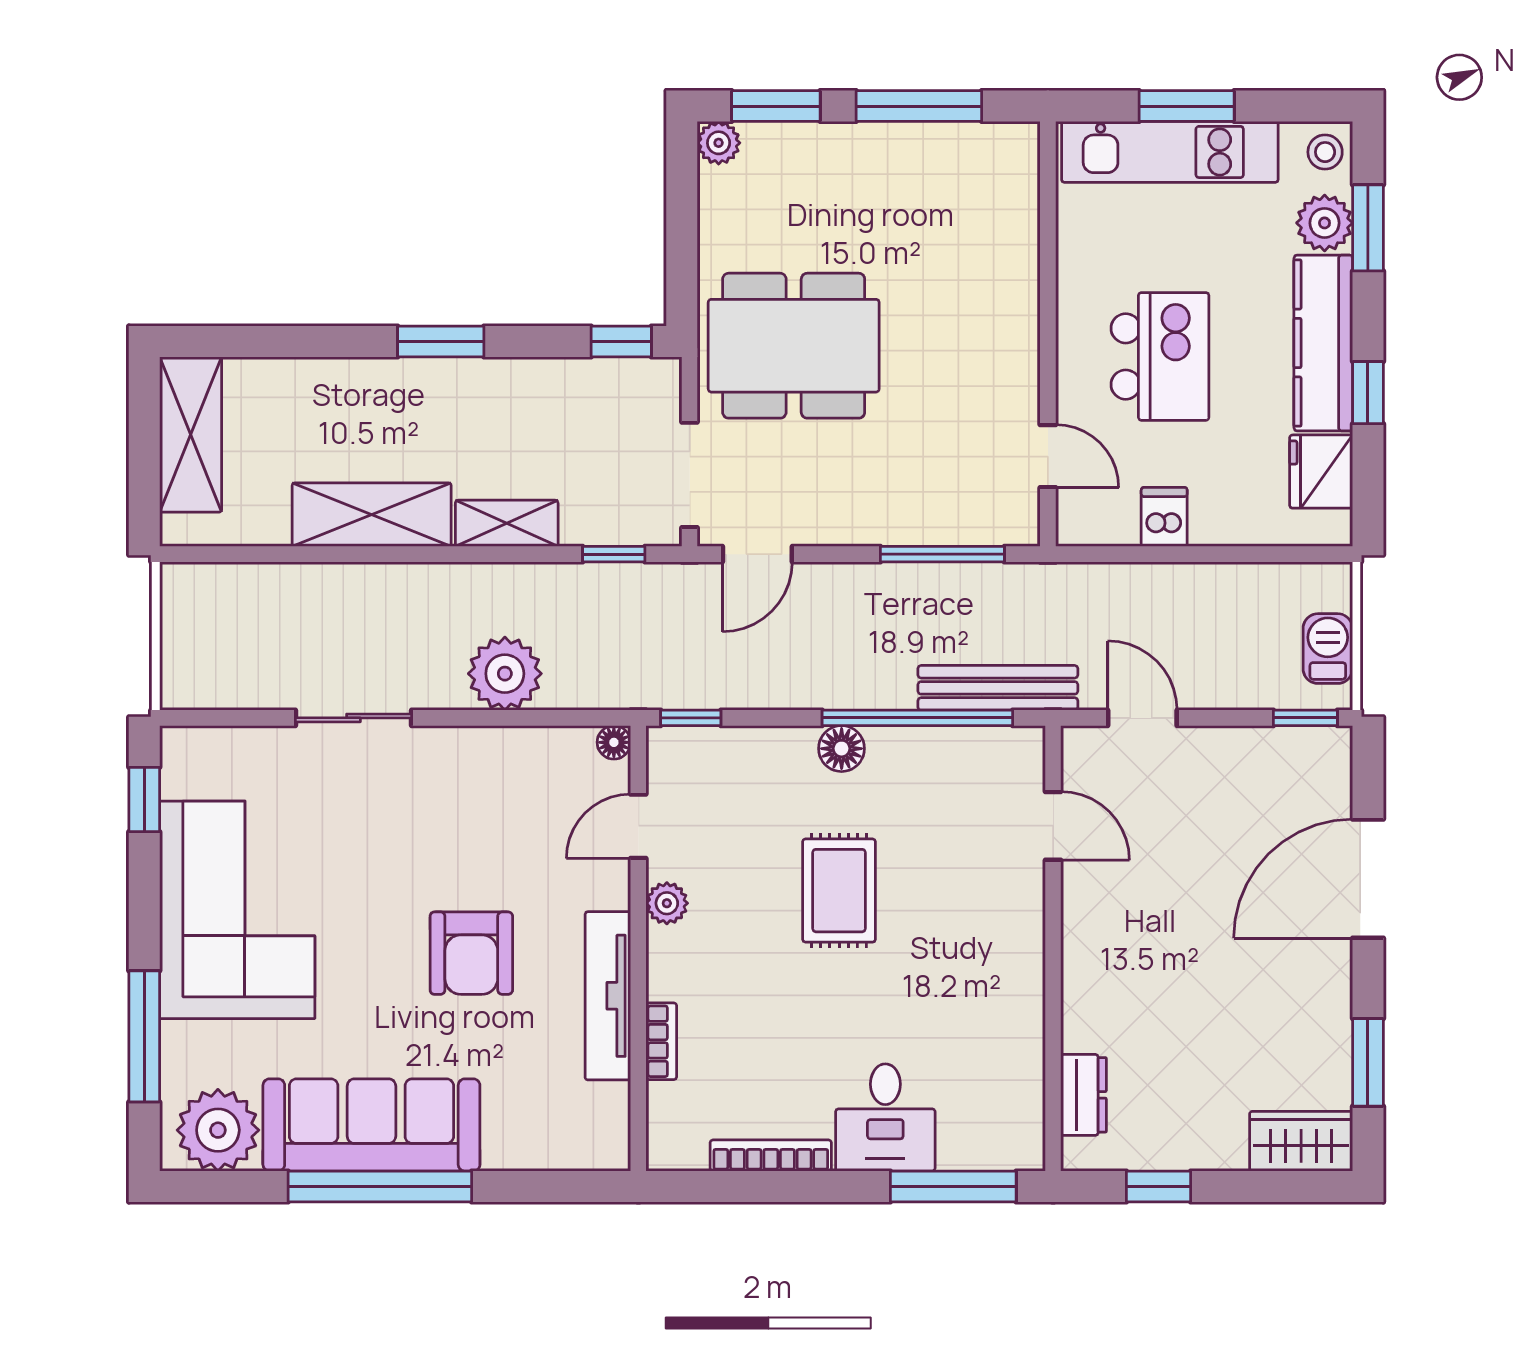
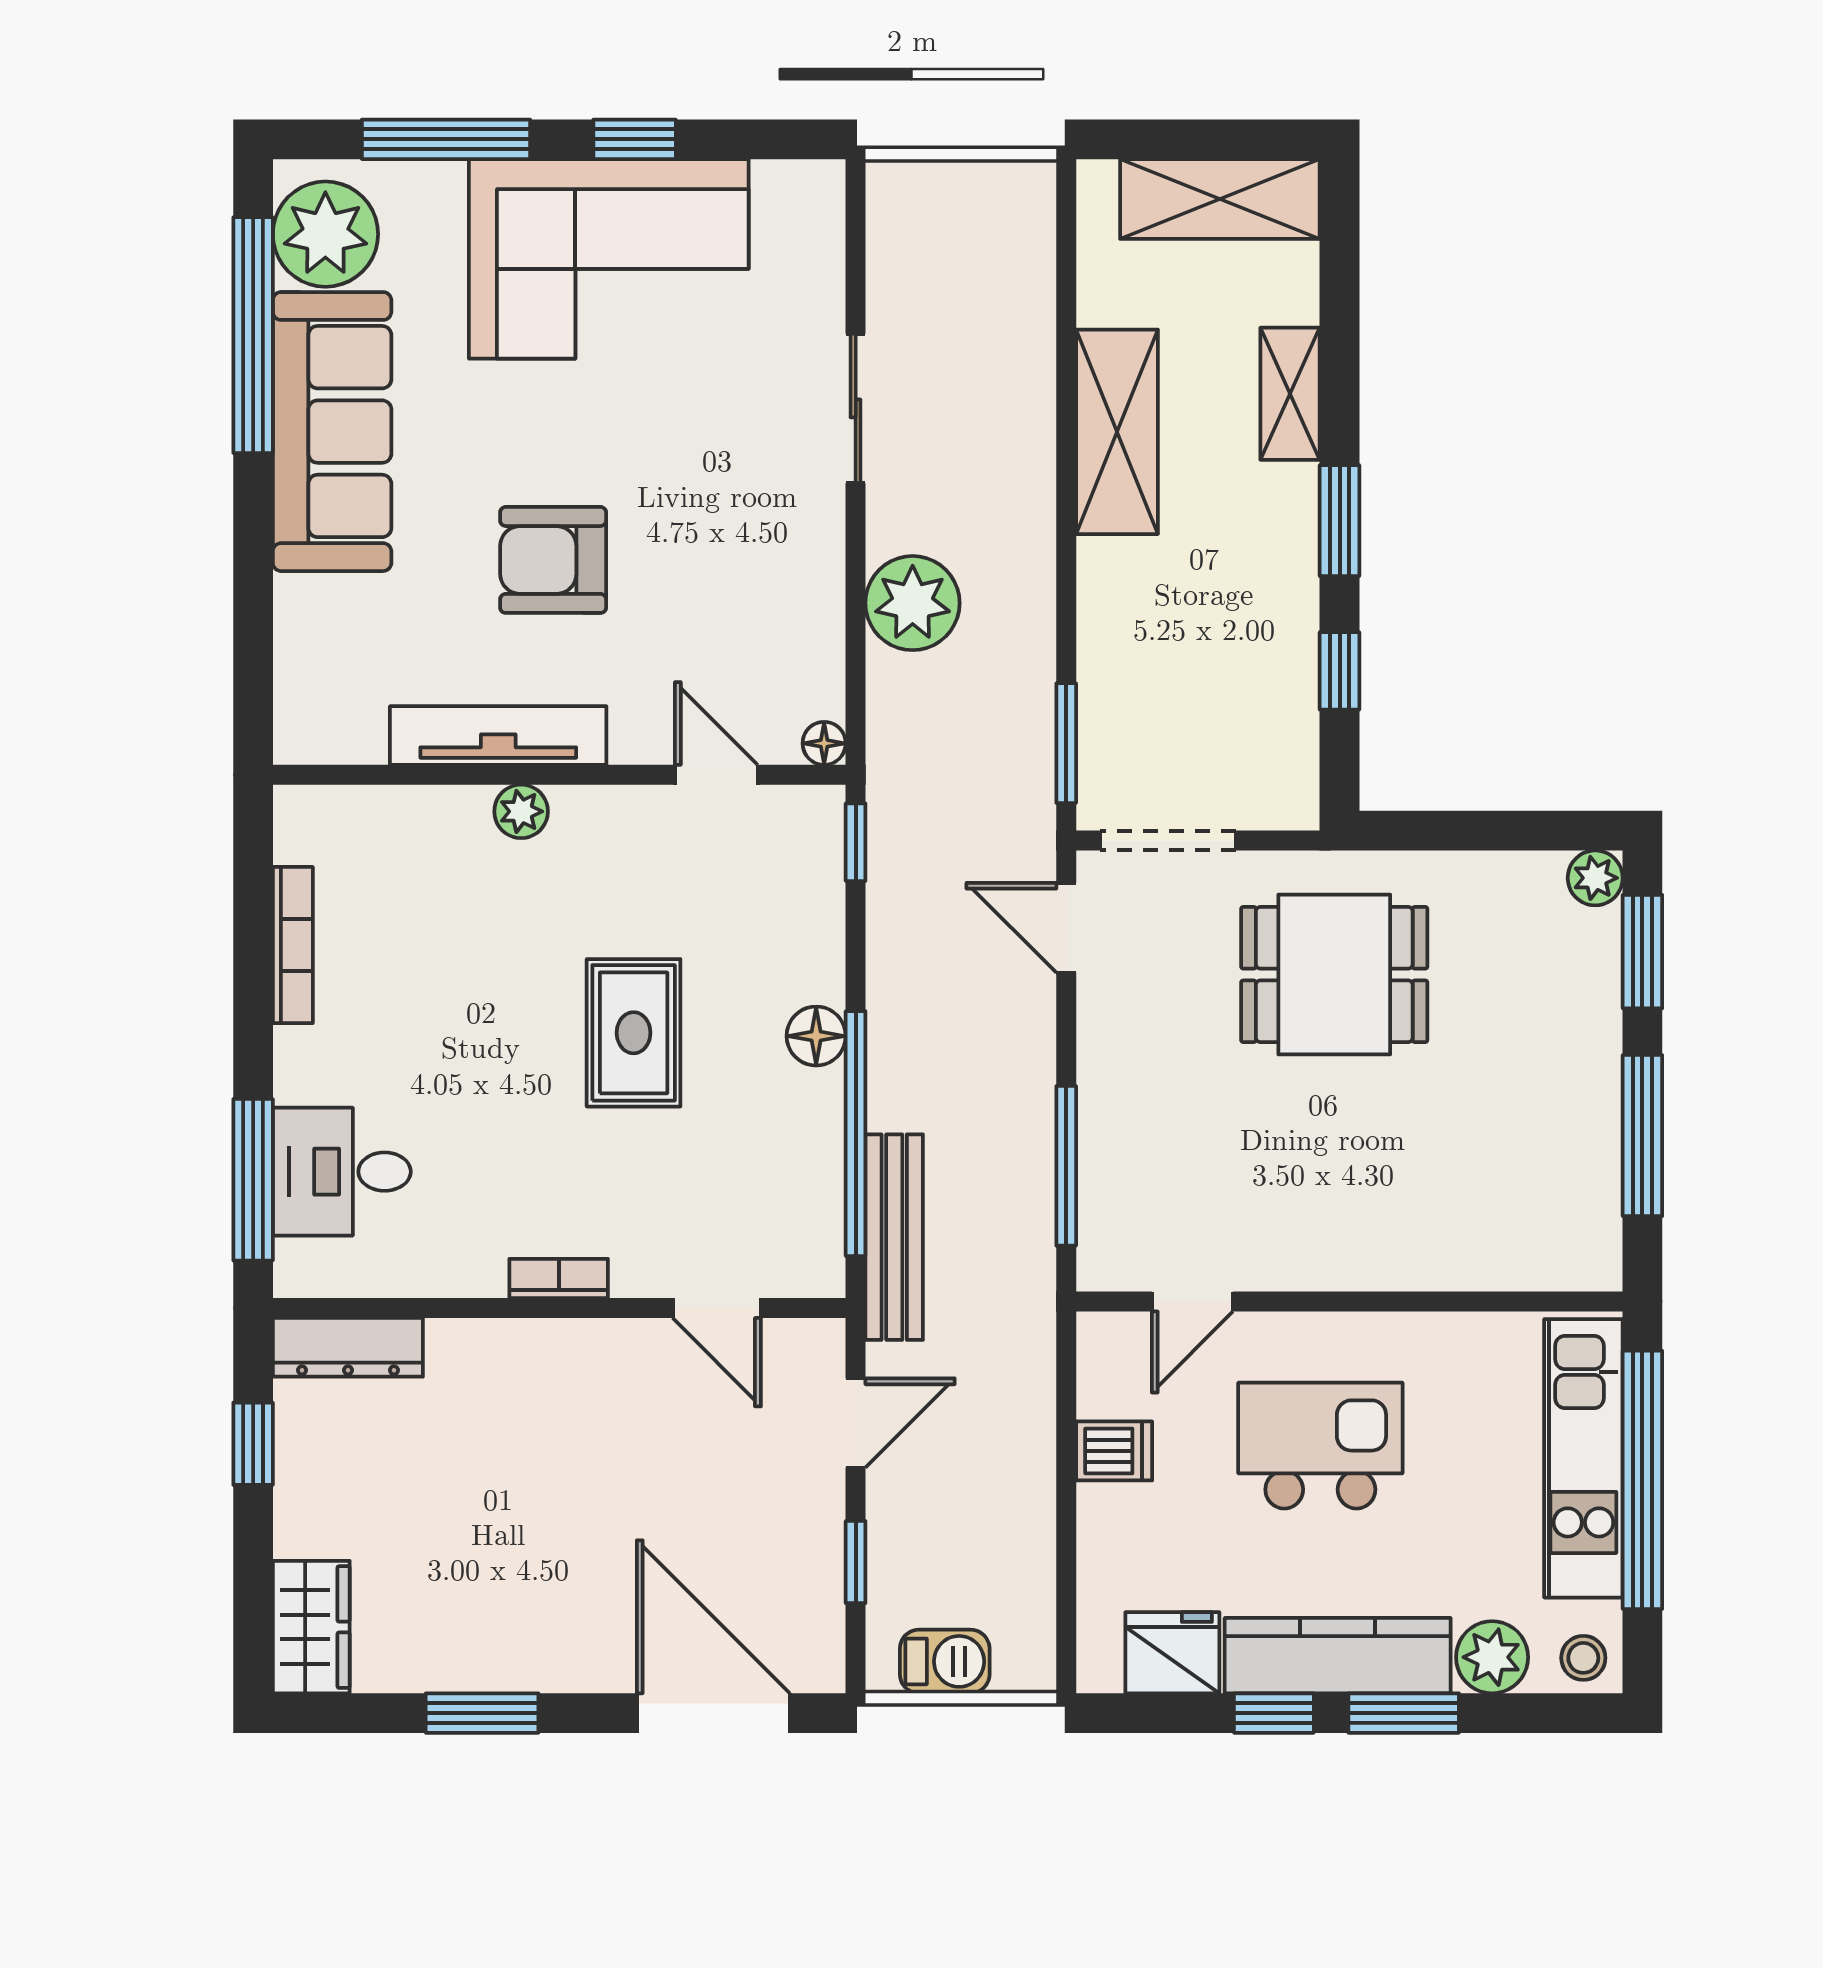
window: (1187, 106) -> (1642, 1480), width x2.11
window: (1368, 228) -> (1404, 1713), moved
window: (621, 342) -> (1340, 671), moved
dining table: (794, 346) -> (1334, 975), width x0.73
kitchen island: (1160, 356) -> (1320, 1446), turned 180
shelving: (507, 523) -> (1290, 394), moved
window: (614, 554) -> (1066, 743), width x1.50
window: (1305, 718) -> (856, 1562), moved
window: (144, 800) -> (635, 139), moved
door: (1053, 826) -> (717, 1308), hinge flipped
door: (1368, 879) -> (713, 1713), moved
rug: (839, 891) -> (634, 1033), turned 90
plant: (667, 903) -> (521, 811), moved
bookcase: (661, 1041) -> (559, 1278), moved, turned 180
window: (1368, 1062) -> (482, 1713), moved
dresser: (1084, 1095) -> (348, 1347), width x1.44
desk: (885, 1117) -> (342, 1172), moved
window: (380, 1186) -> (253, 335), moved

